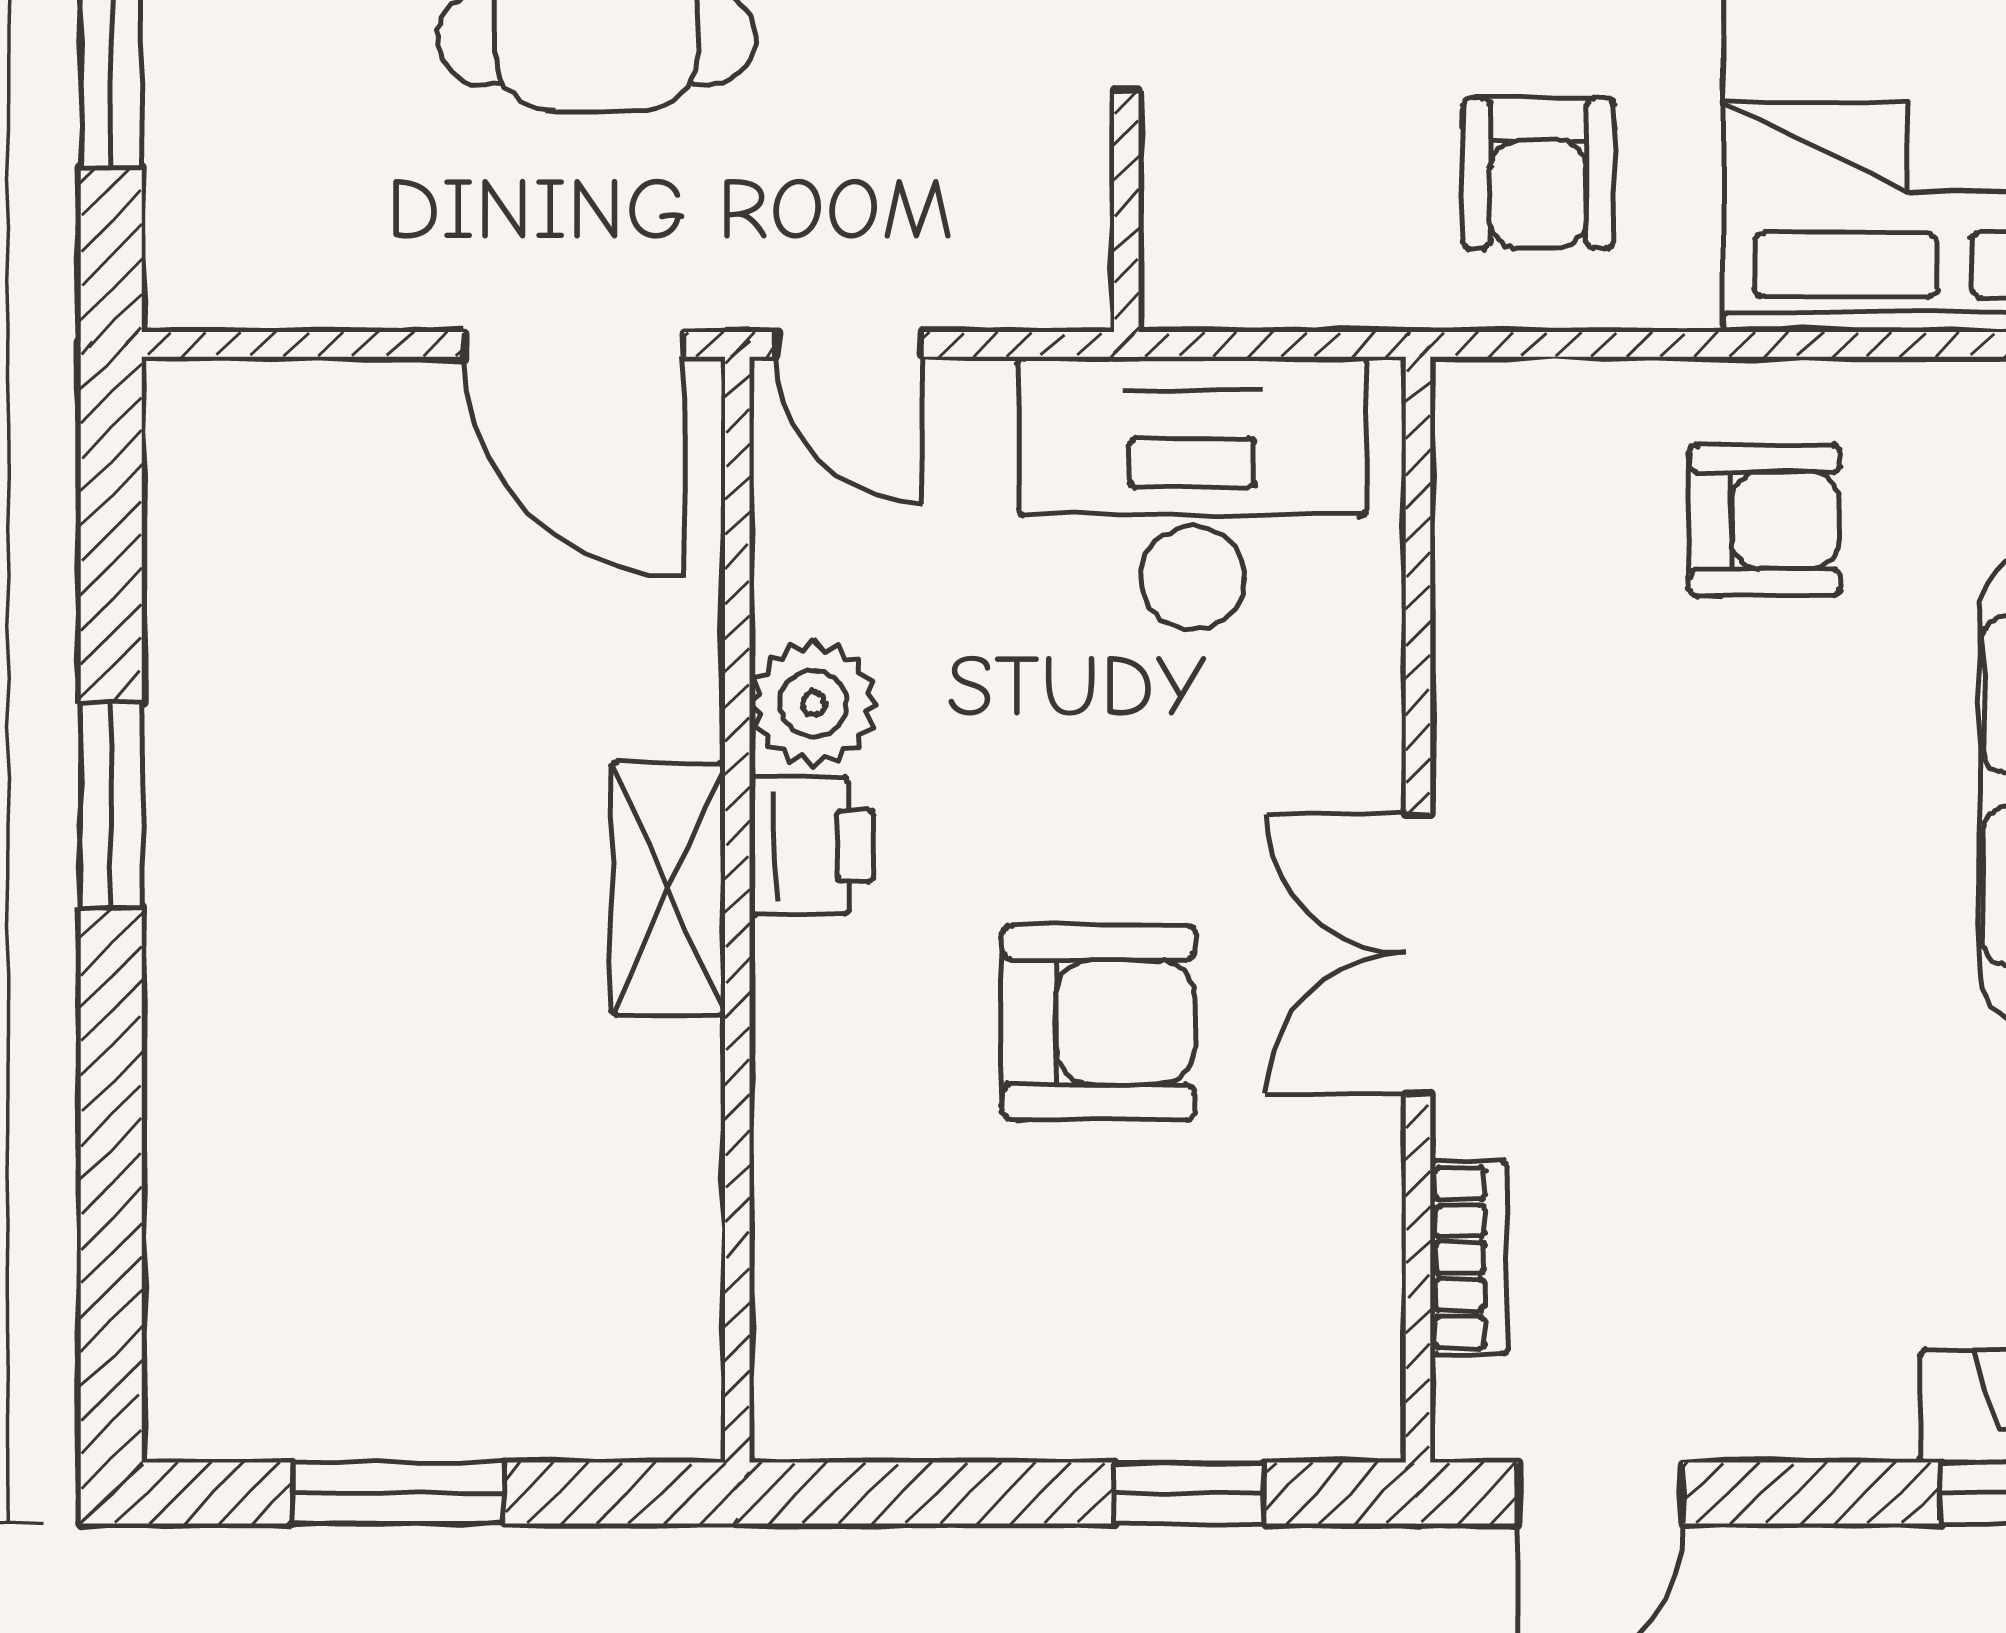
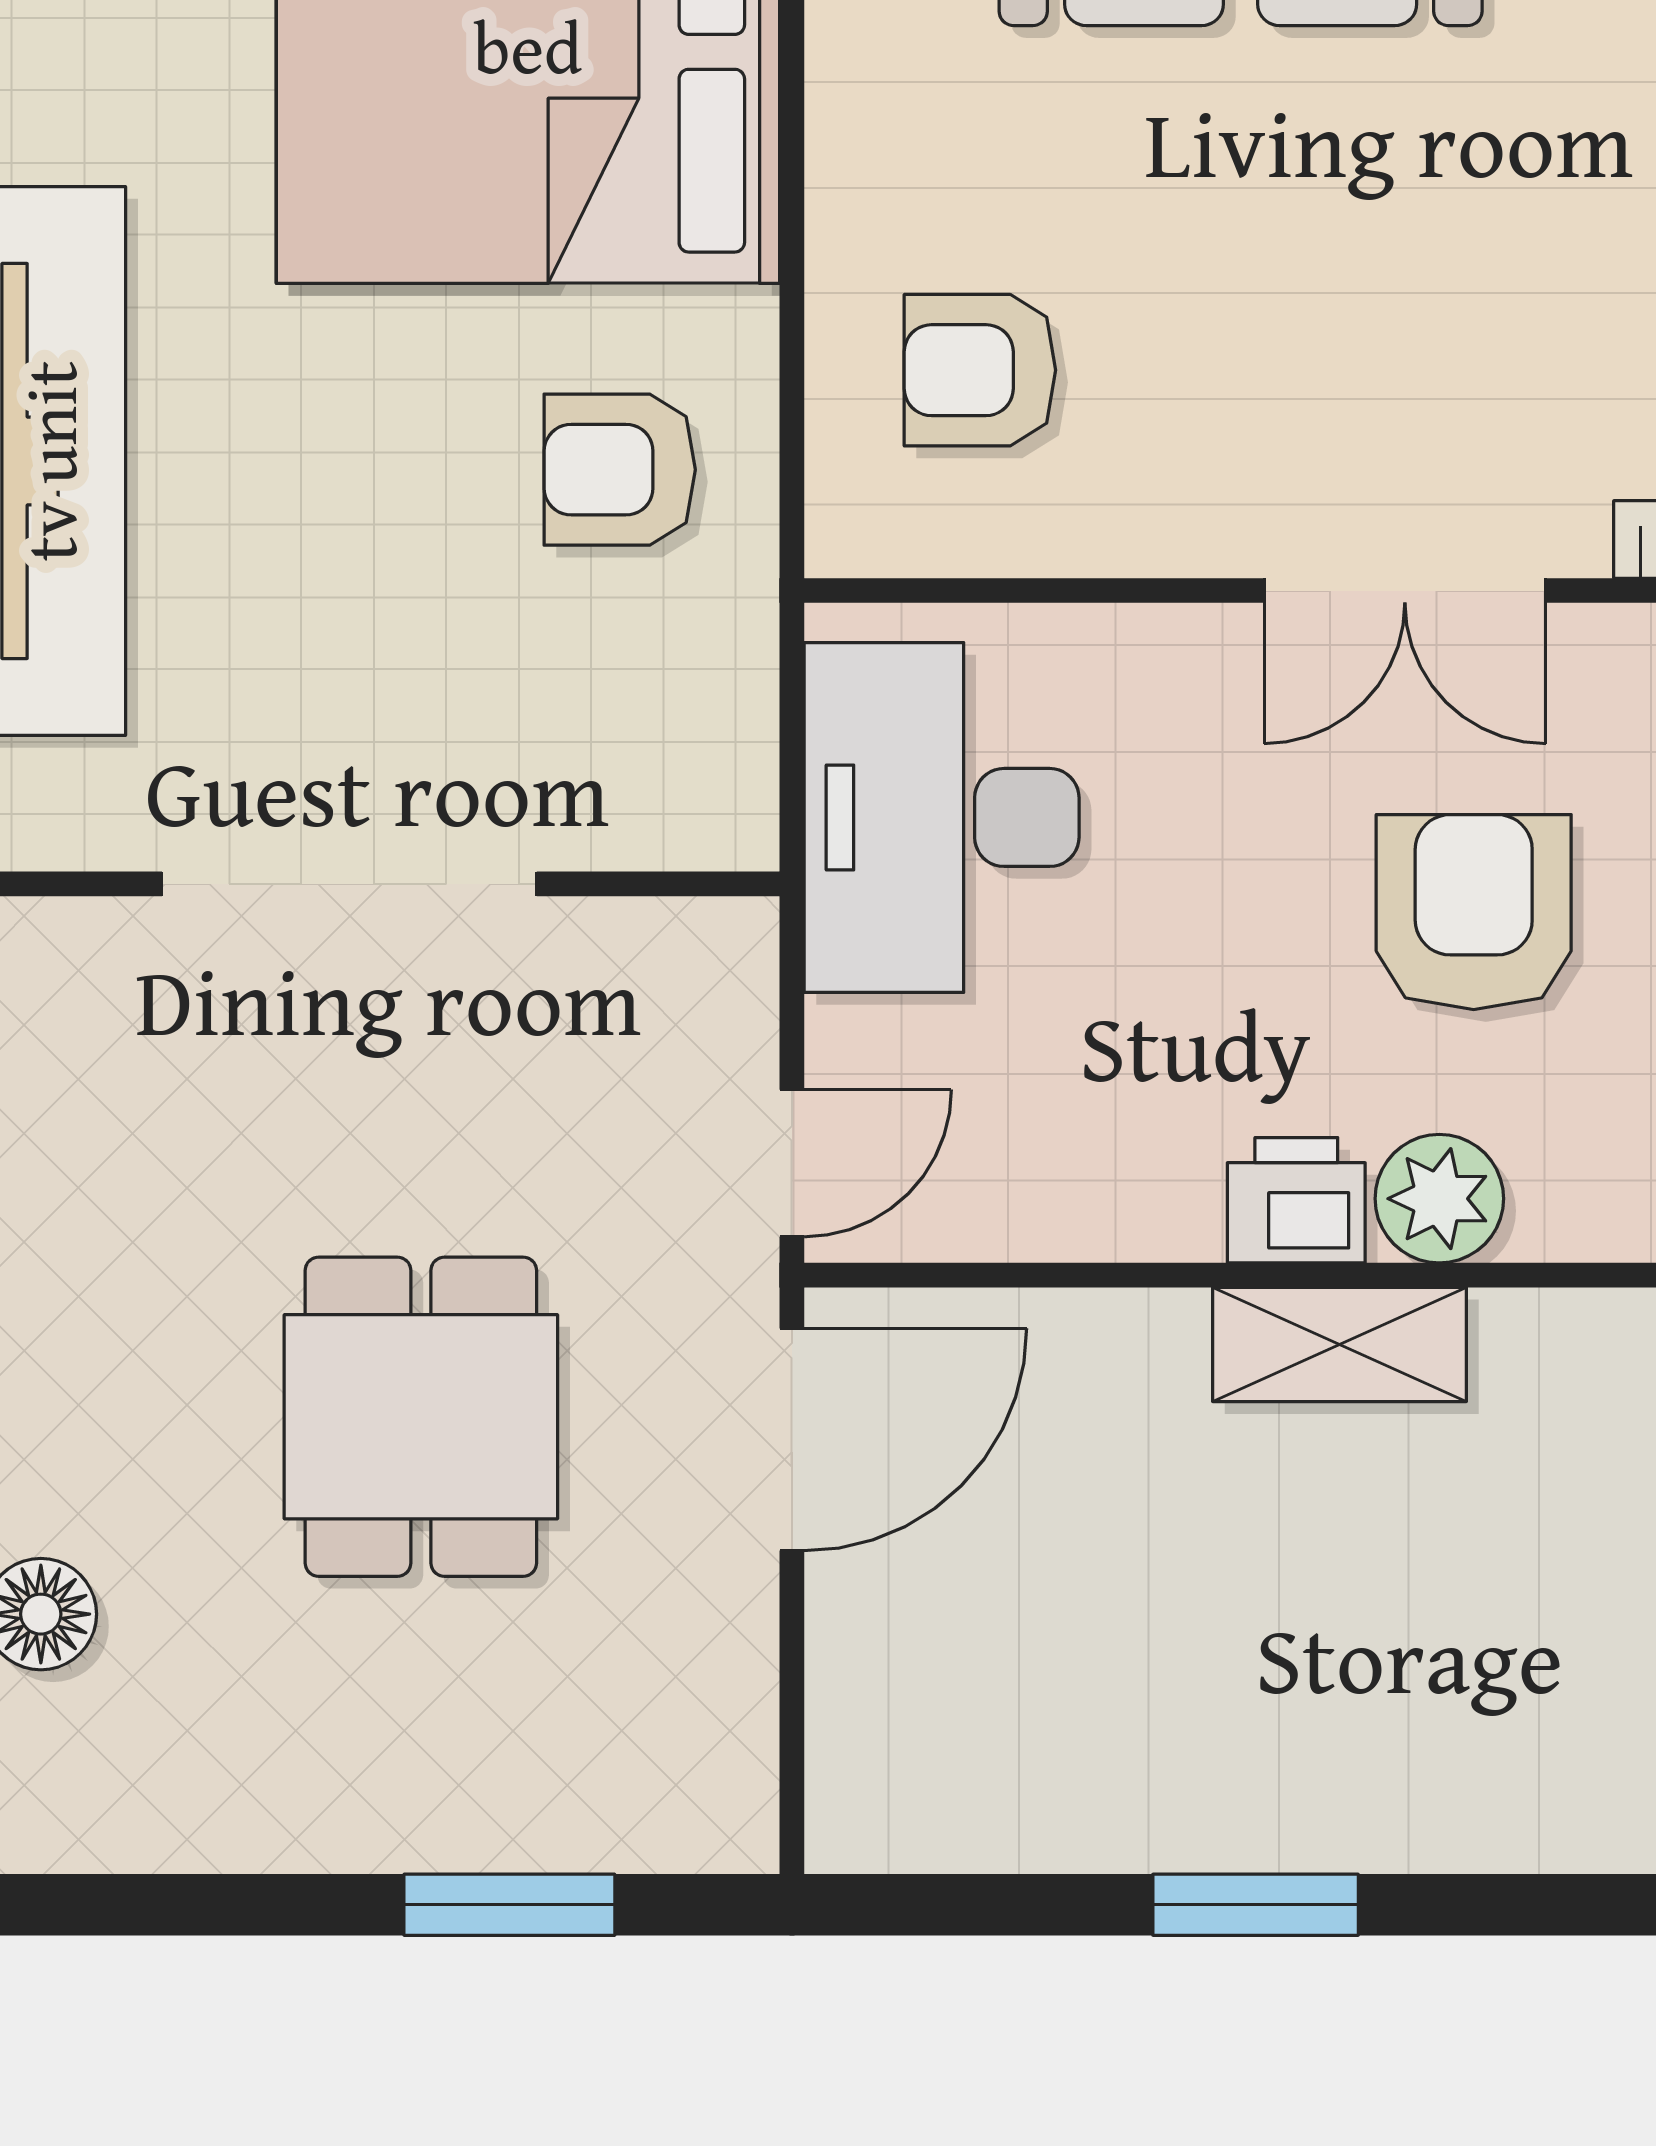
armchair: (1538, 173) -> (620, 470), turned 180
armchair: (1764, 520) -> (980, 370), moved, turned -90
plant: (813, 704) -> (1439, 1199), moved

